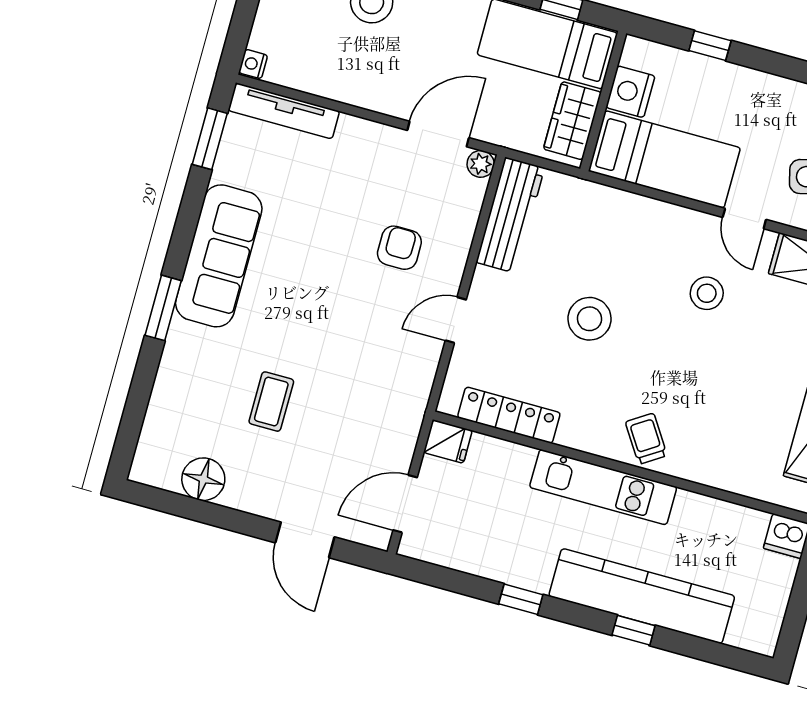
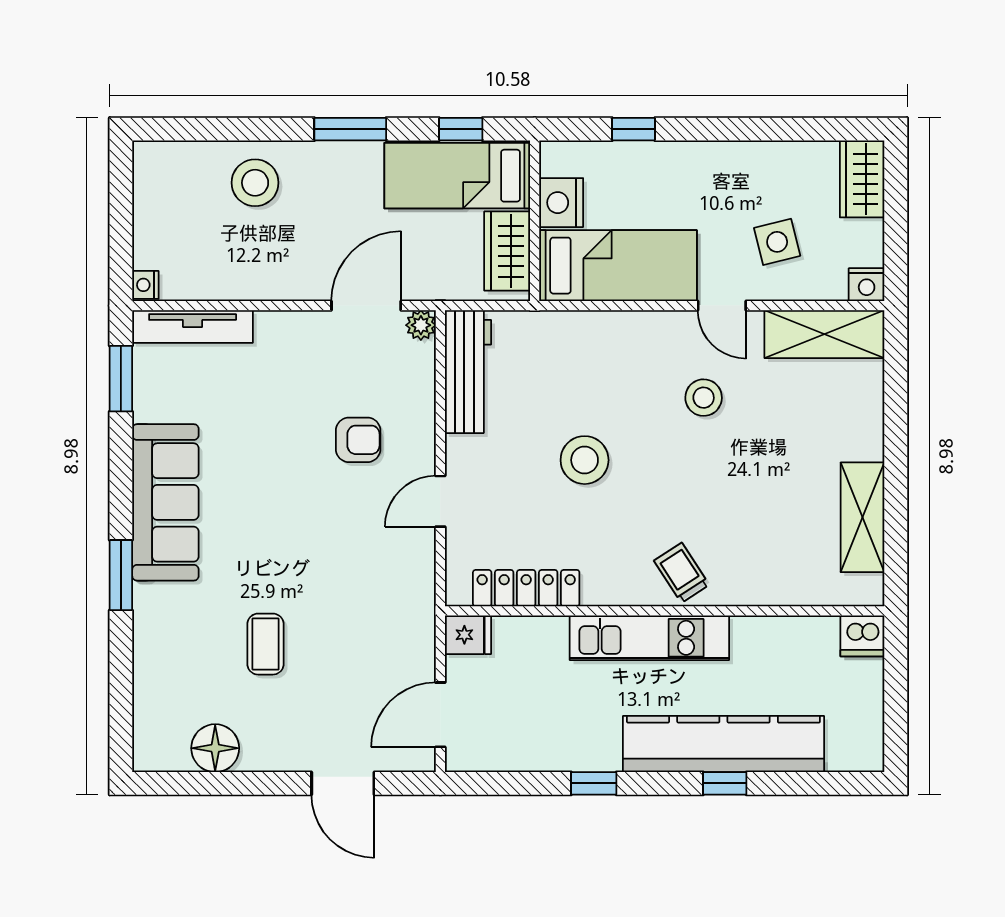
armchair: (399, 248) -> (358, 440), turned 90

